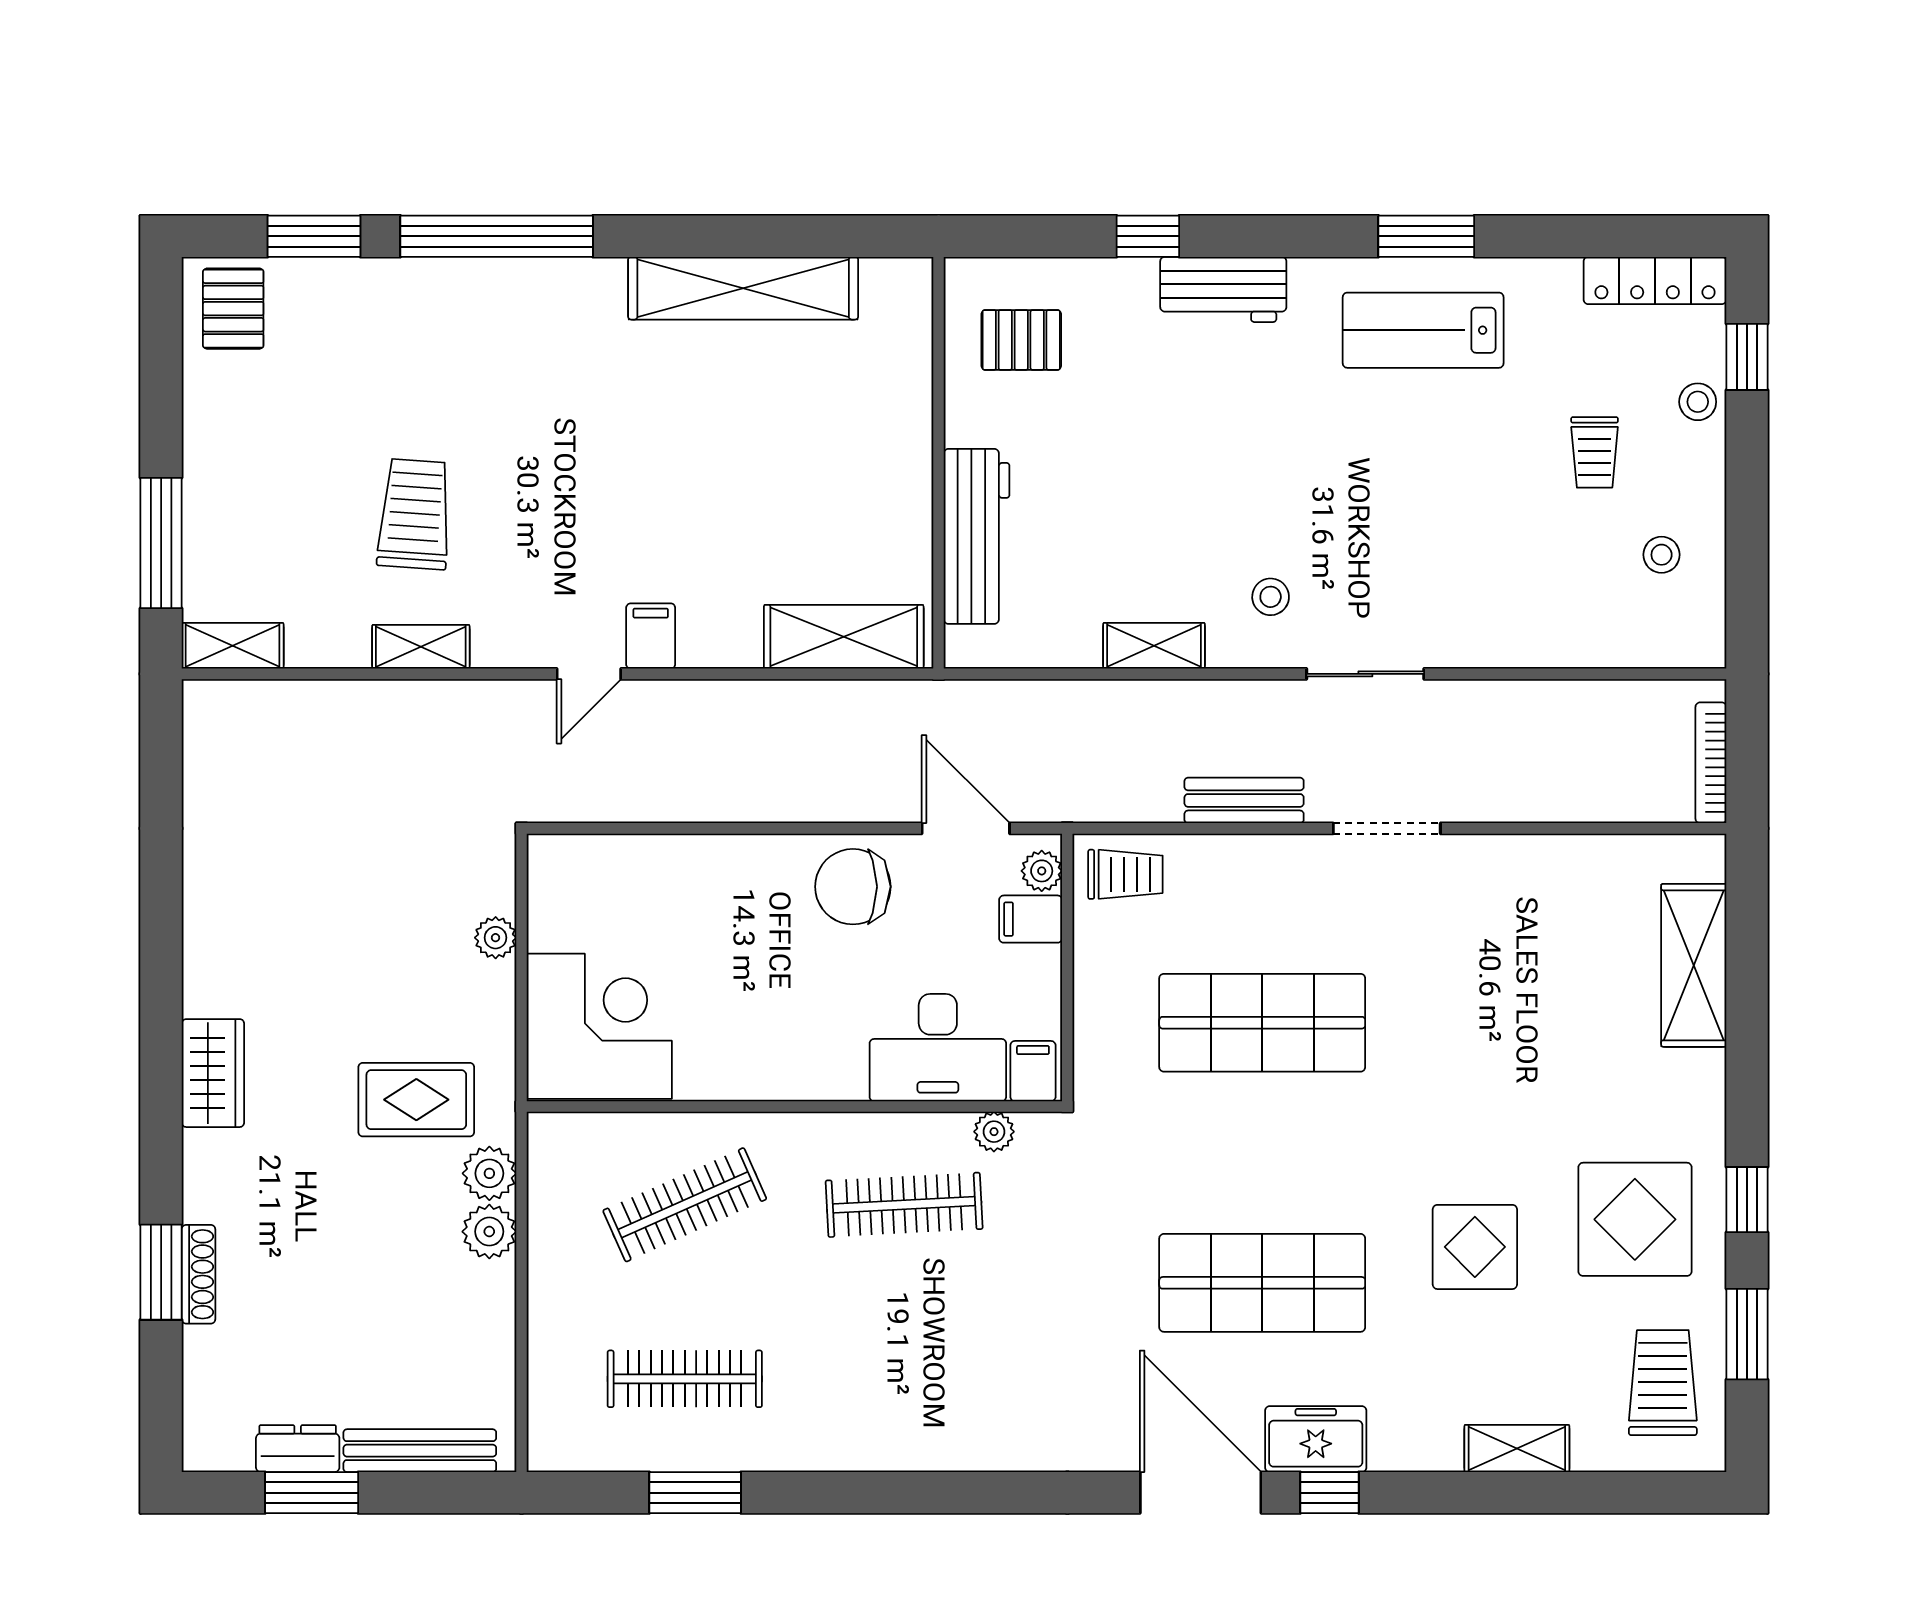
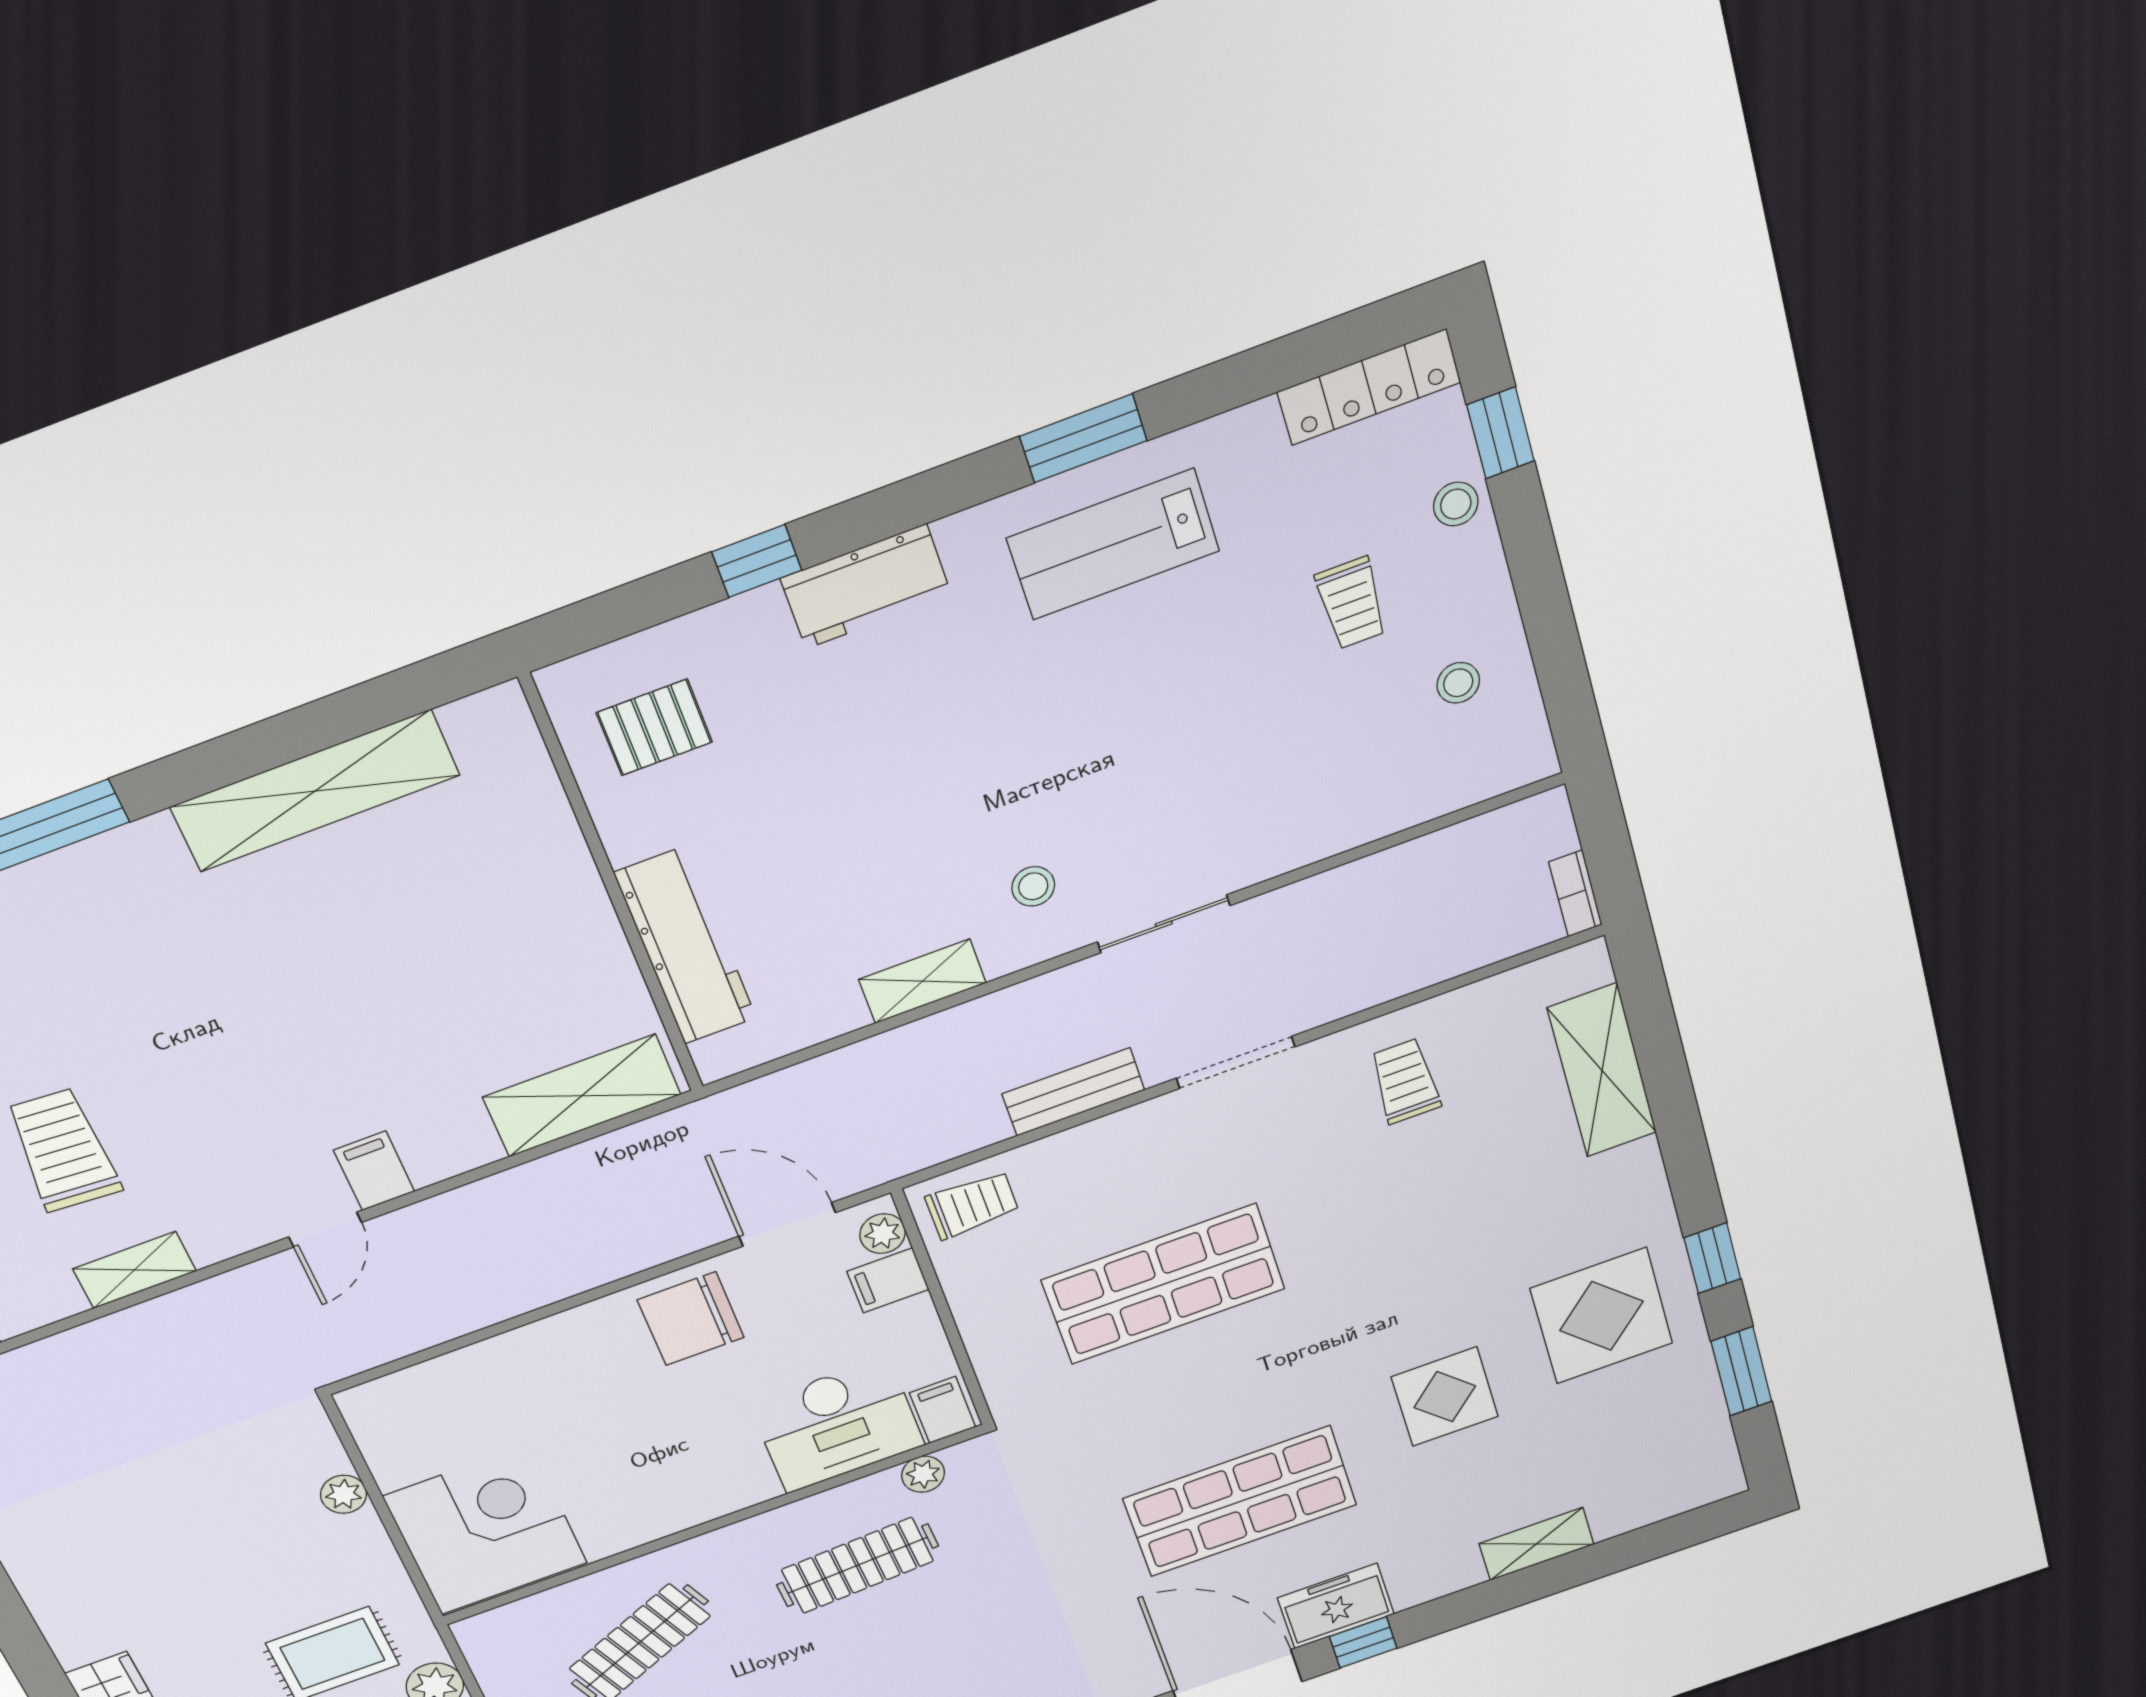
bookcase: (1711, 763) -> (1575, 893), width x0.64
trolley: (1663, 1383) -> (1405, 1081), moved, width x0.73, depth x0.72

